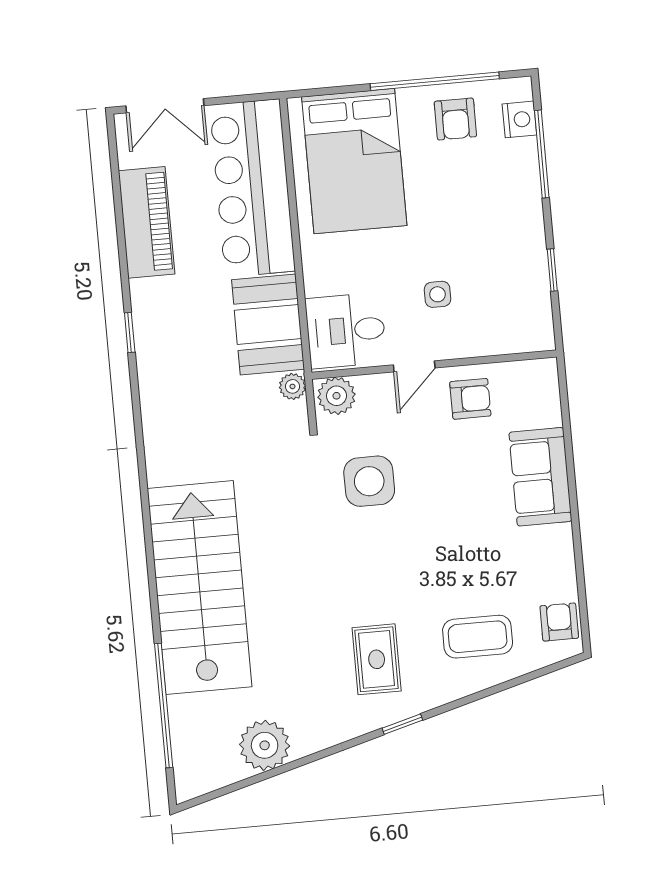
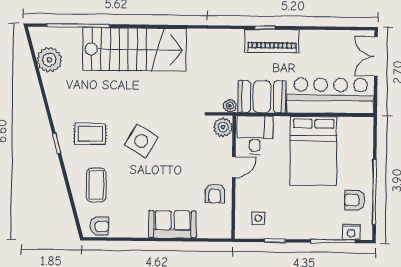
bed: (354, 161) -> (313, 151), moved, turned -90
piano: (147, 222) -> (272, 41), moved
side table: (437, 294) -> (258, 218), moved
door: (414, 366) -> (234, 167), swing flipped
side table: (369, 481) -> (141, 141), moved, turned 31
plant: (265, 745) -> (49, 60), moved

